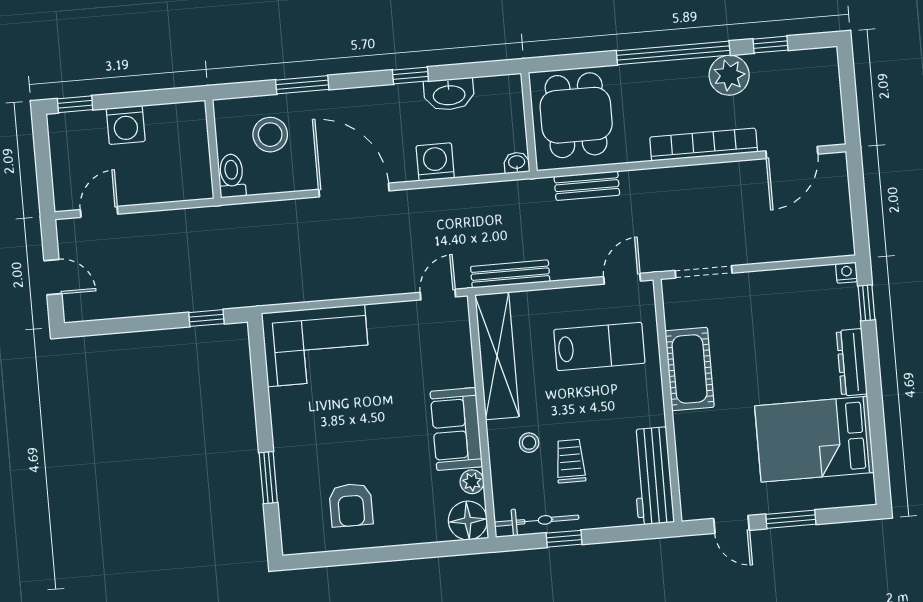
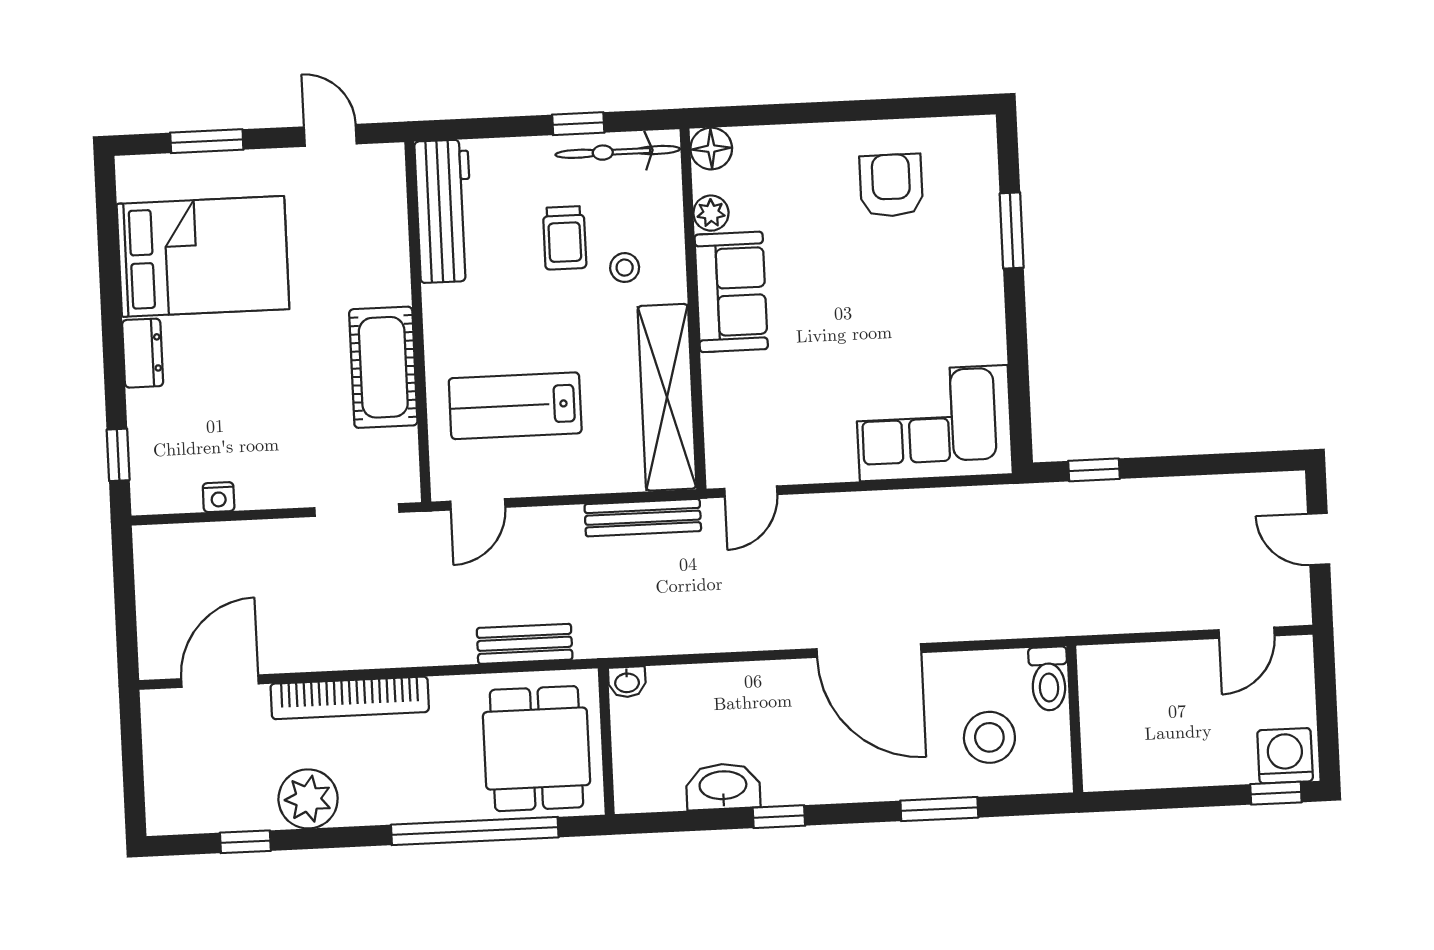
window: (673, 53) -> (475, 831), moved
washing machine: (126, 125) -> (1285, 756), moved
washing machine: (435, 162) -> (747, 688), removed
nightstand: (847, 273) -> (219, 497), moved
dresser: (852, 362) -> (143, 353), width x0.70
window: (791, 519) -> (207, 141), moved
floor lamp: (468, 520) -> (711, 149), width x0.73, depth x0.73

